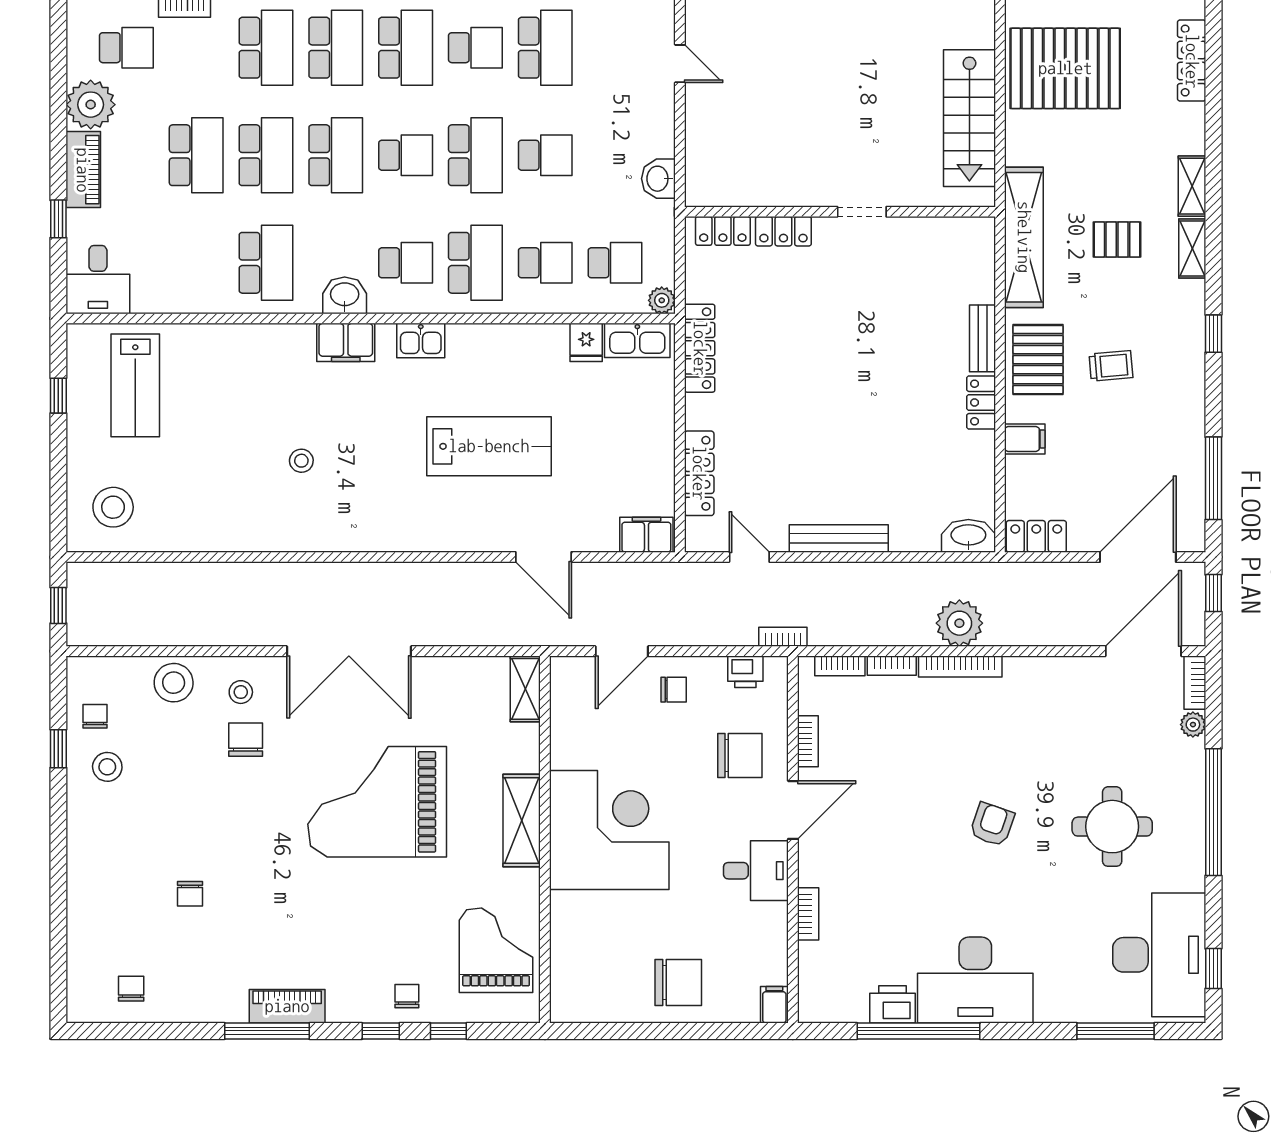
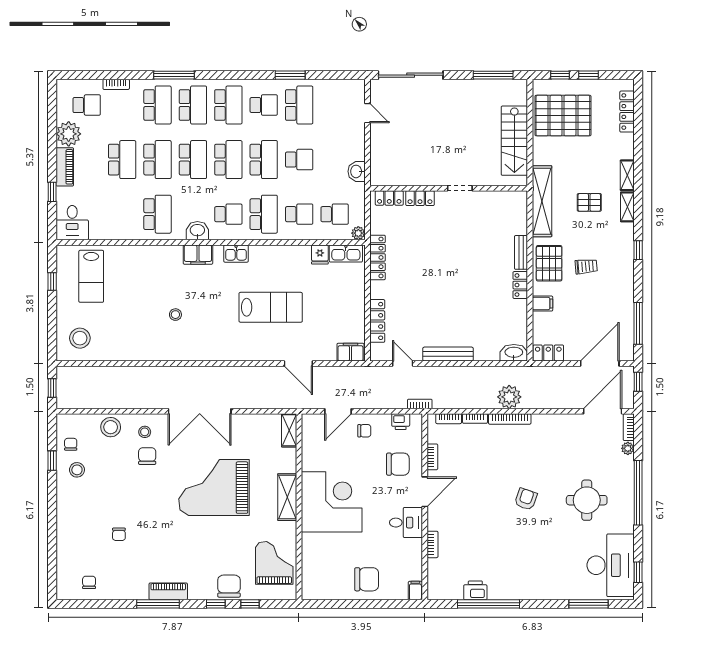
school desk: (406, 155) -> (228, 160), width x1.85
desk: (975, 980) -> (517, 578), removed
chair: (407, 996) -> (229, 586), width x1.87, depth x1.87

